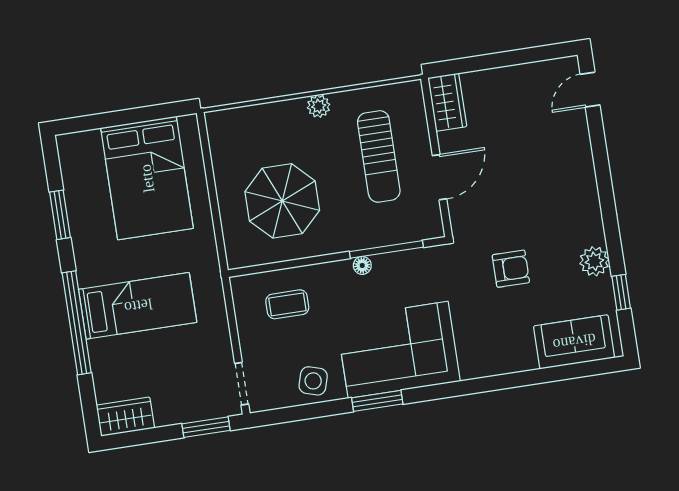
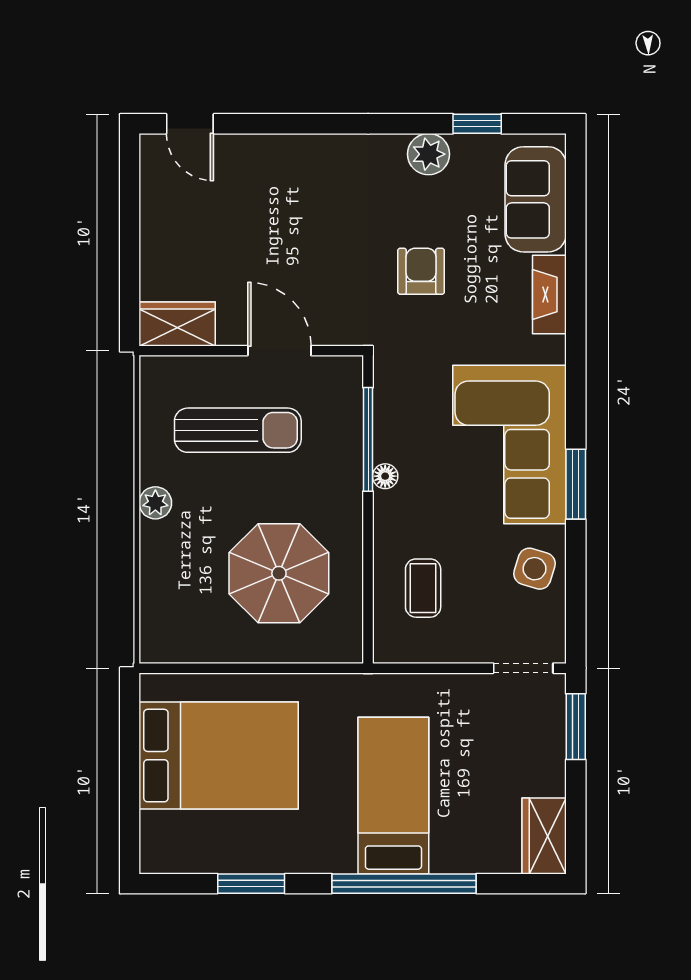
fireplace: (508, 362) -> (549, 295), added

